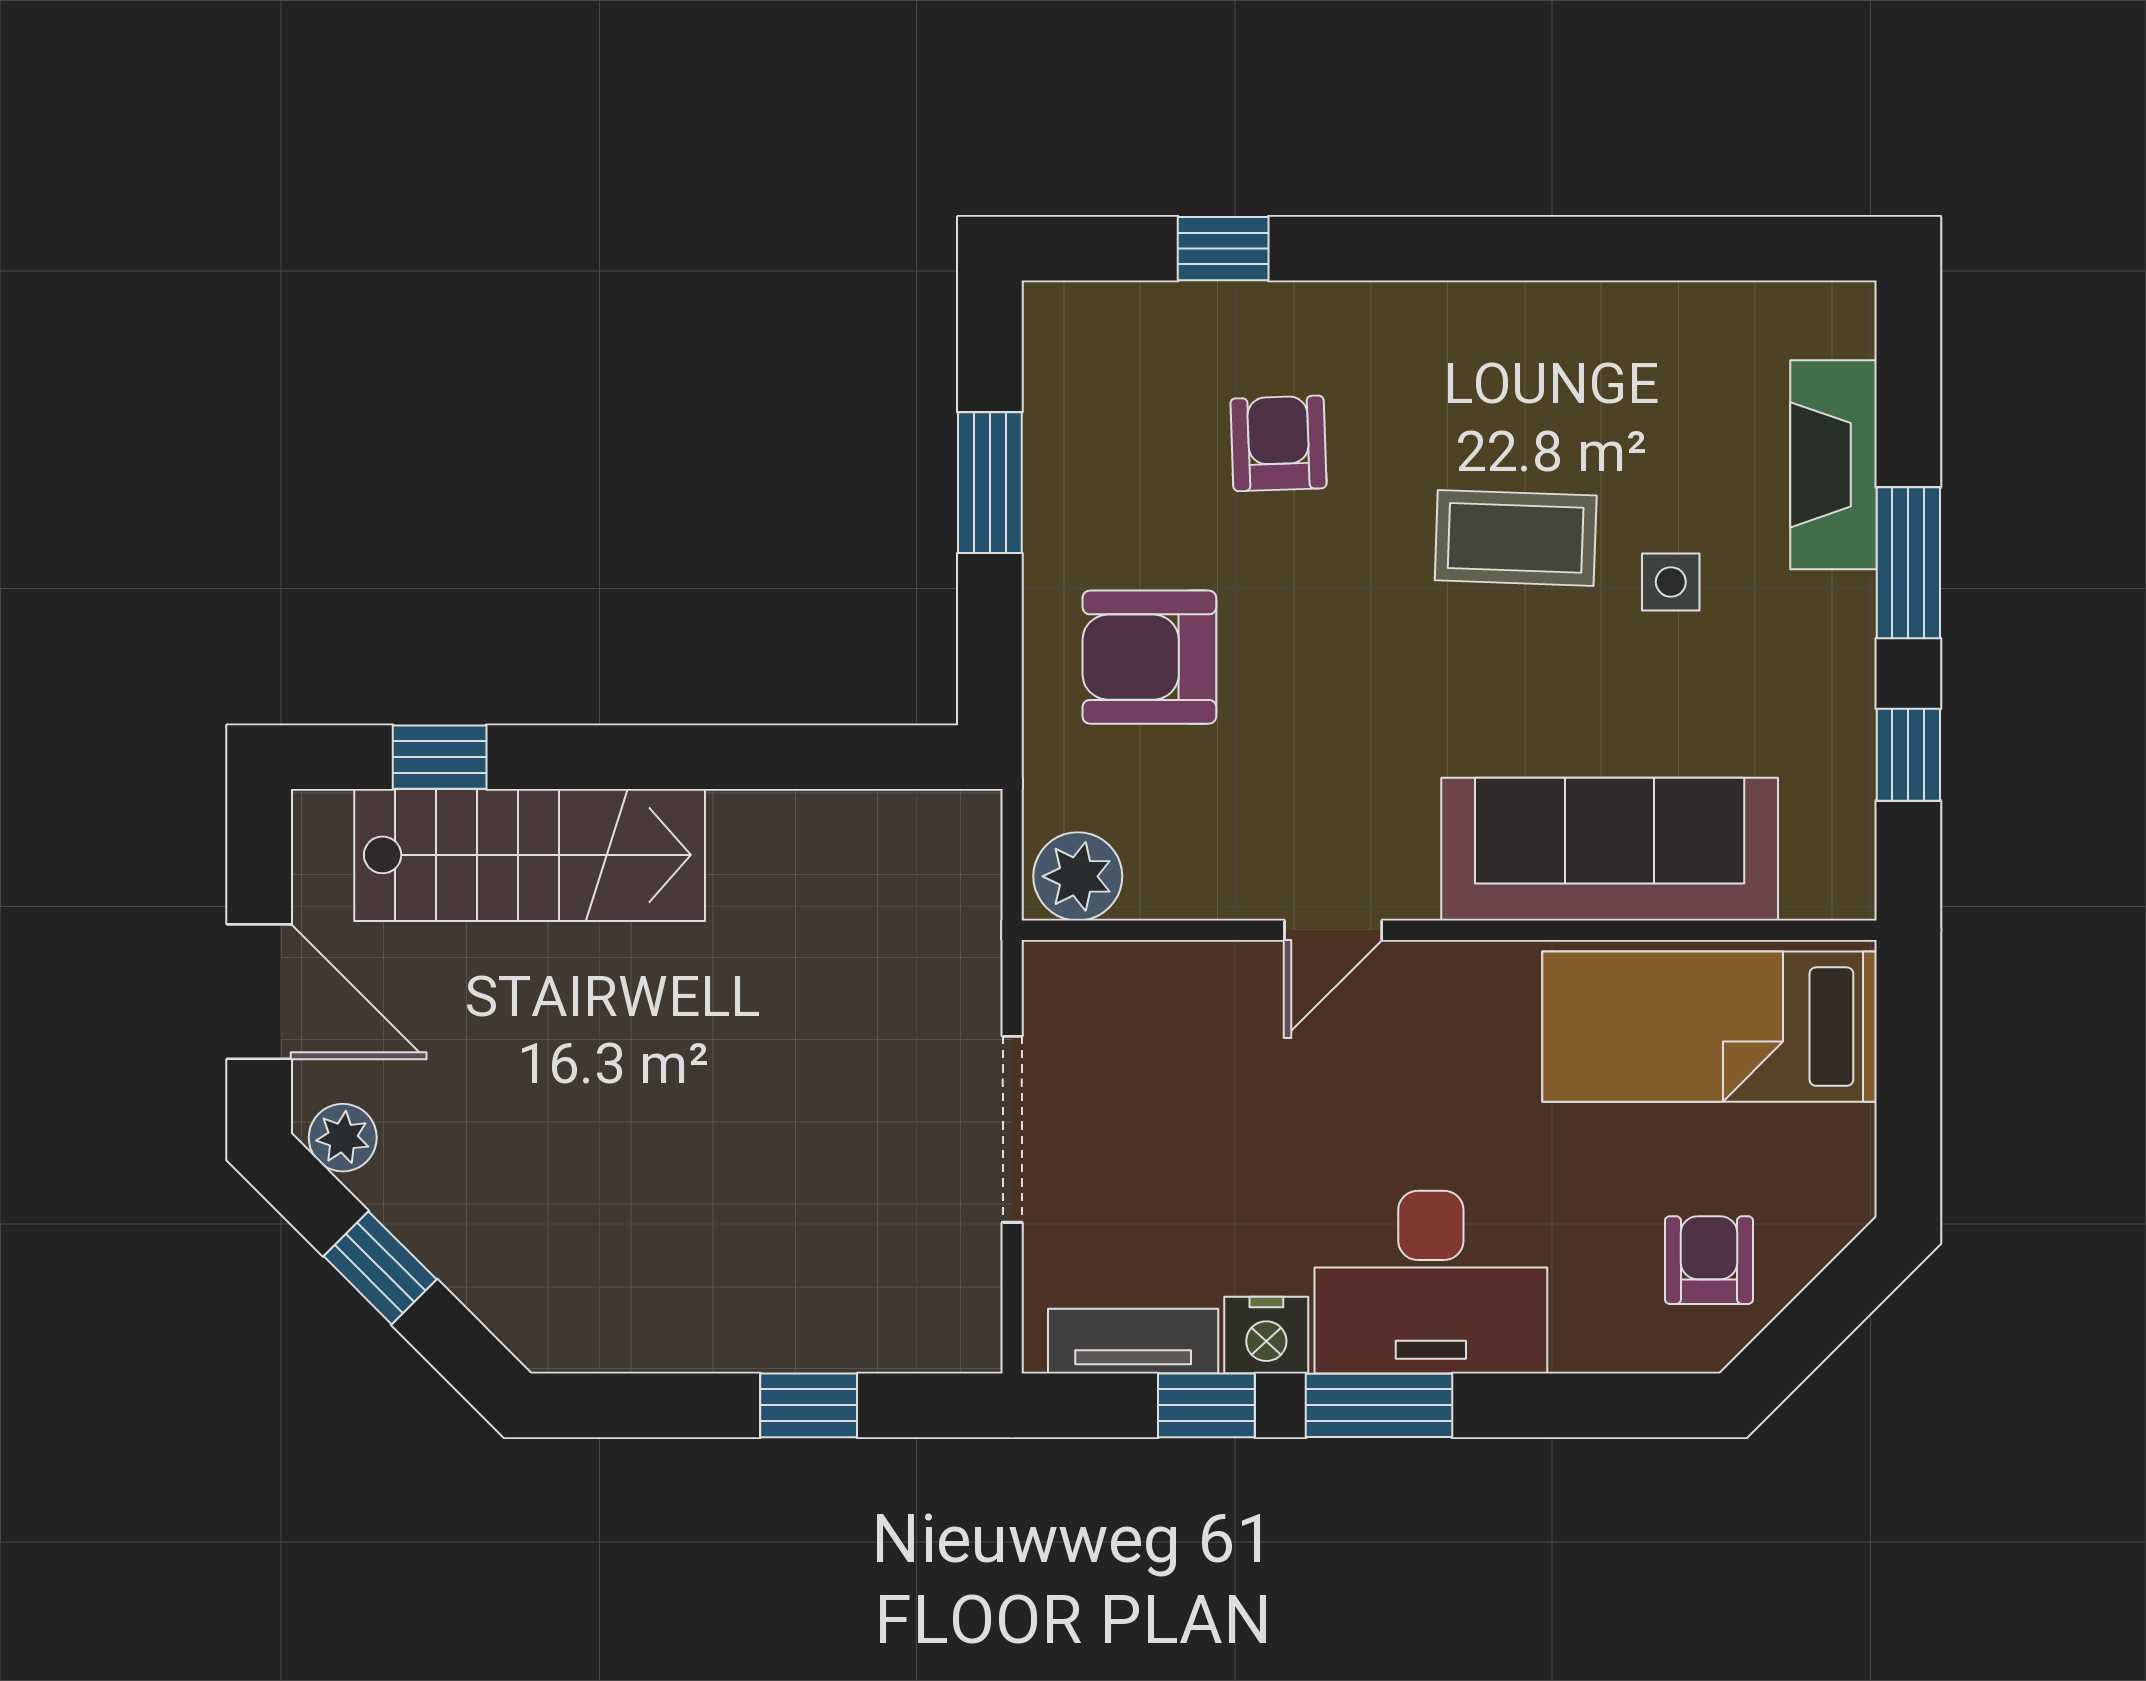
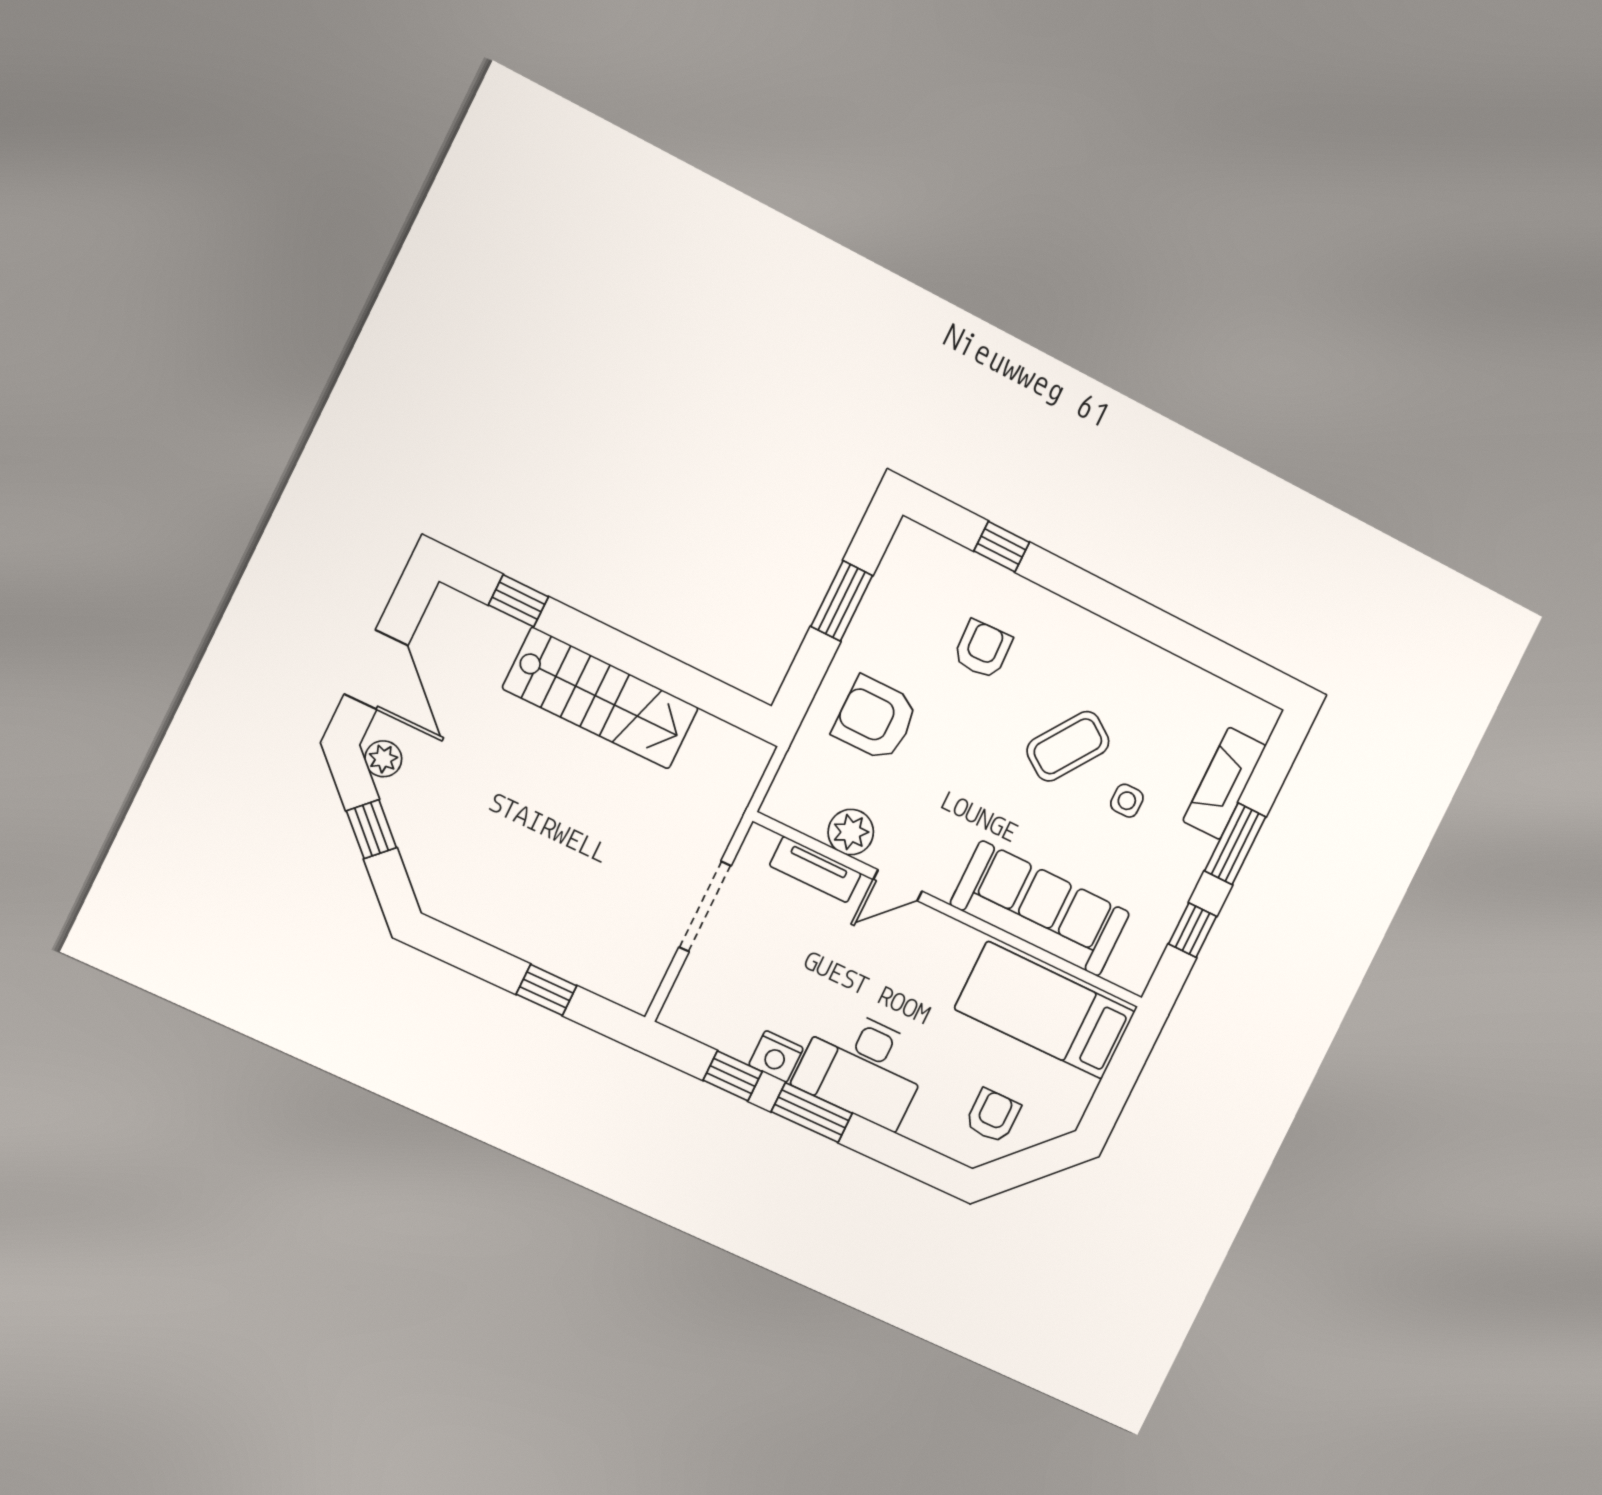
coffee table: (1516, 538) -> (1068, 746), turned -57
stairs: (530, 855) -> (601, 698), moved
plant: (1078, 876) -> (851, 832), moved
tv unit: (1133, 1341) -> (815, 870), moved, turned 180

